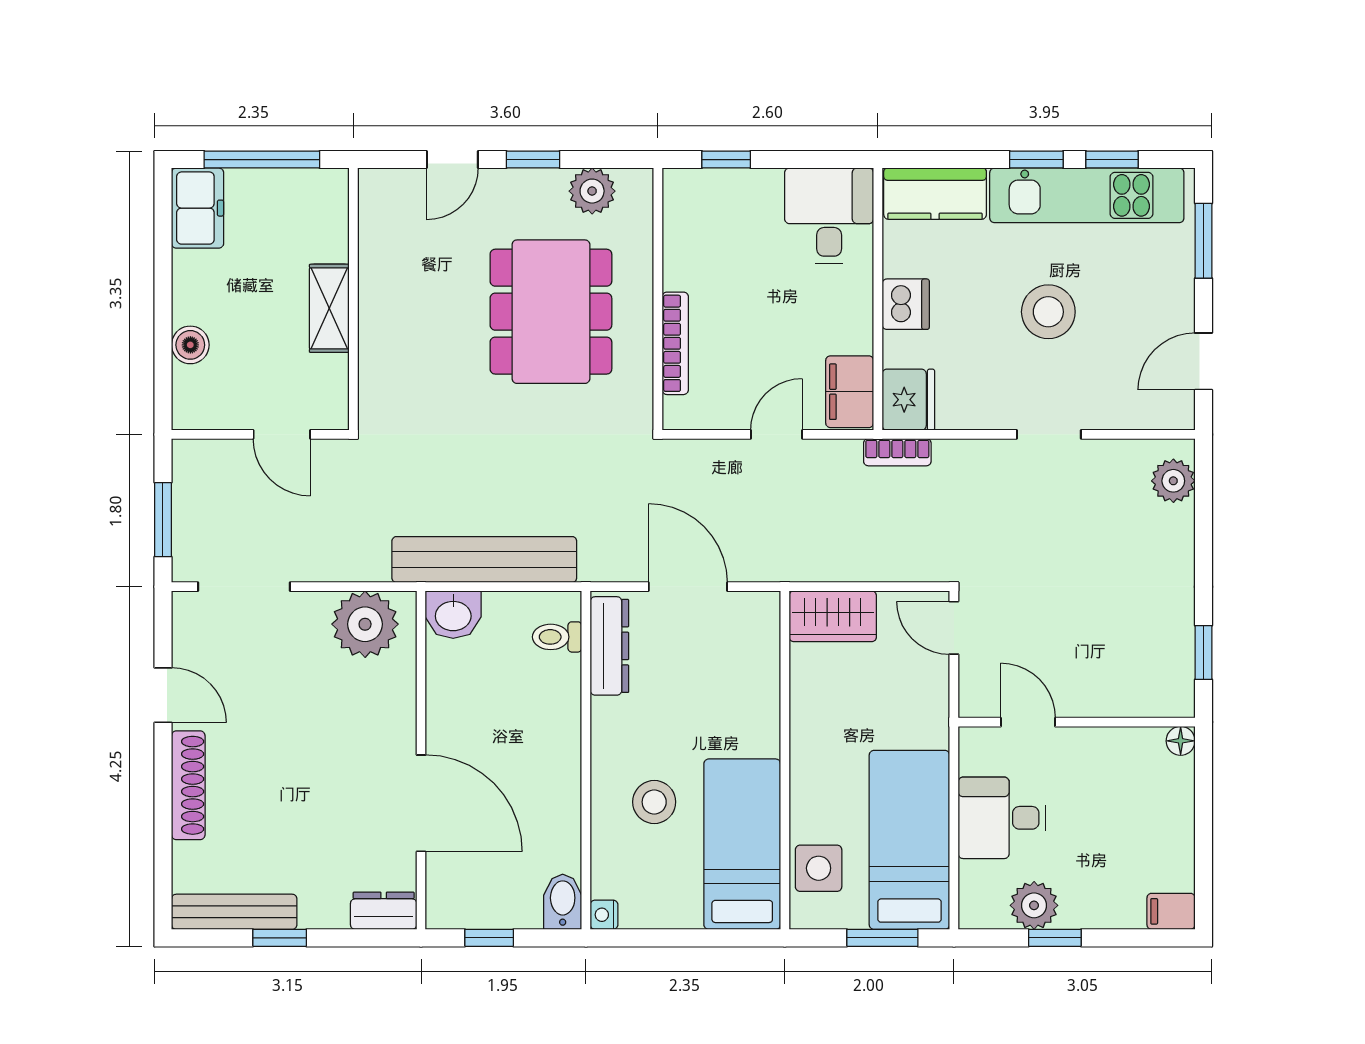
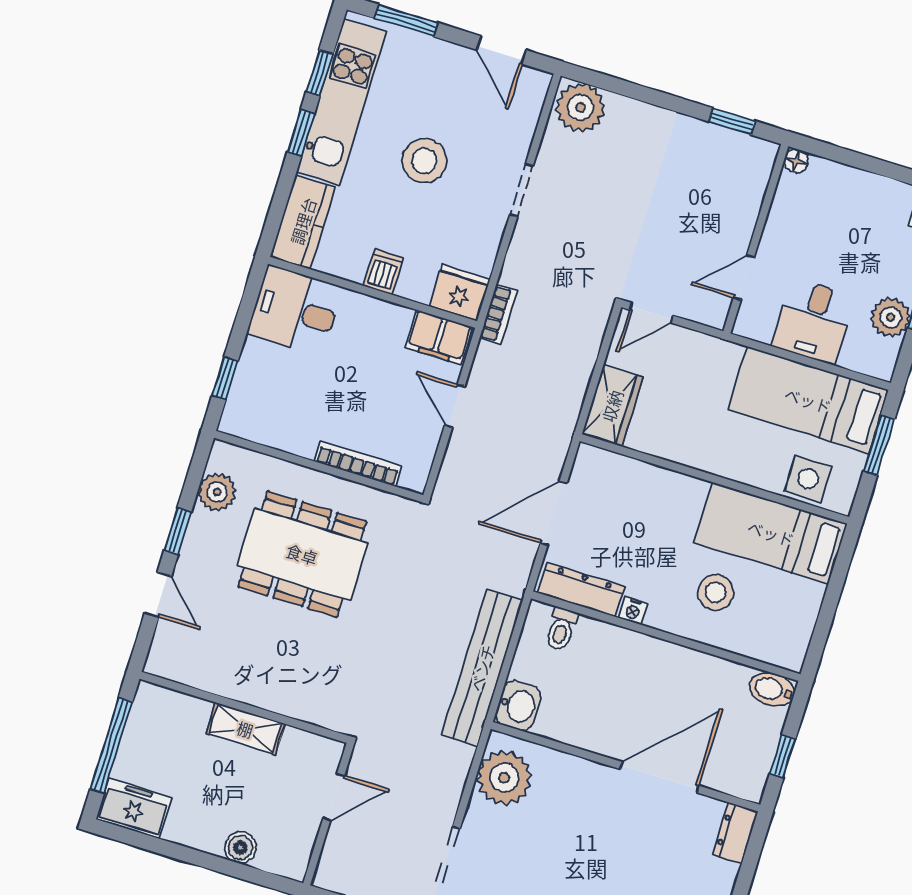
dishwasher: (906, 304) -> (383, 272), width x0.73
plant: (1173, 481) -> (580, 108), width x1.36, depth x1.36
nightstand: (604, 915) -> (633, 610), moved

